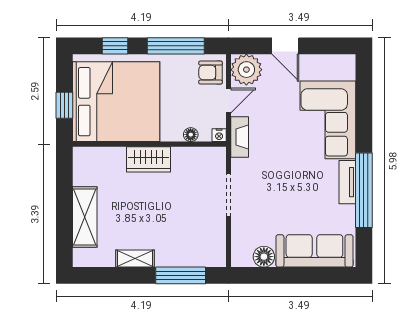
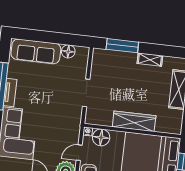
floor lamp: (191, 135) -> (101, 137), width x1.89, depth x1.89
fireplace: (240, 137) -> (75, 129), removed
wardrobe: (148, 159) -> (134, 121), width x1.50

